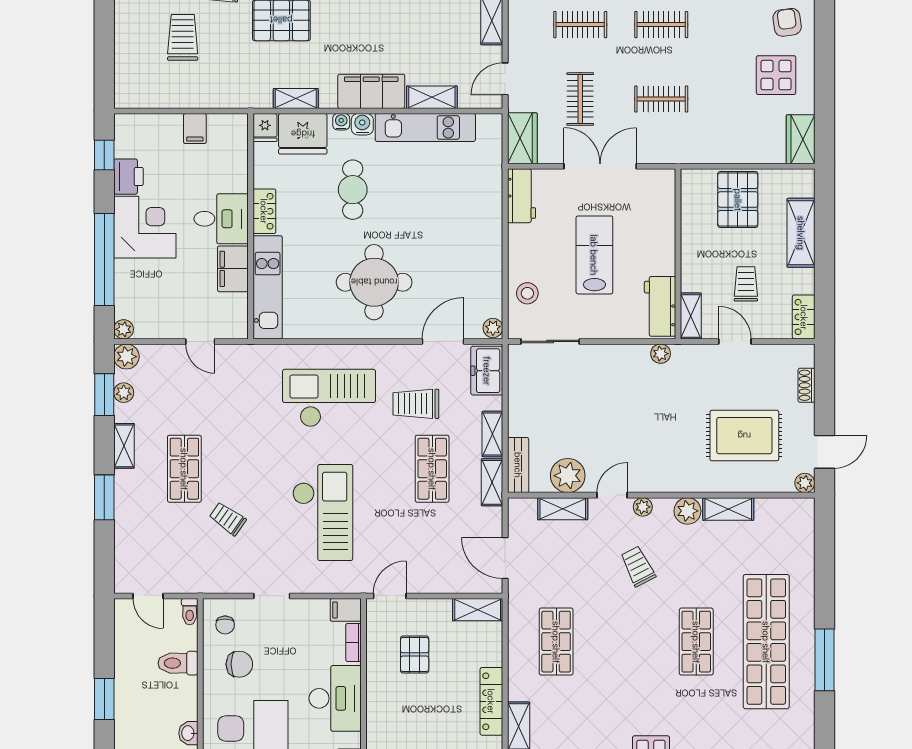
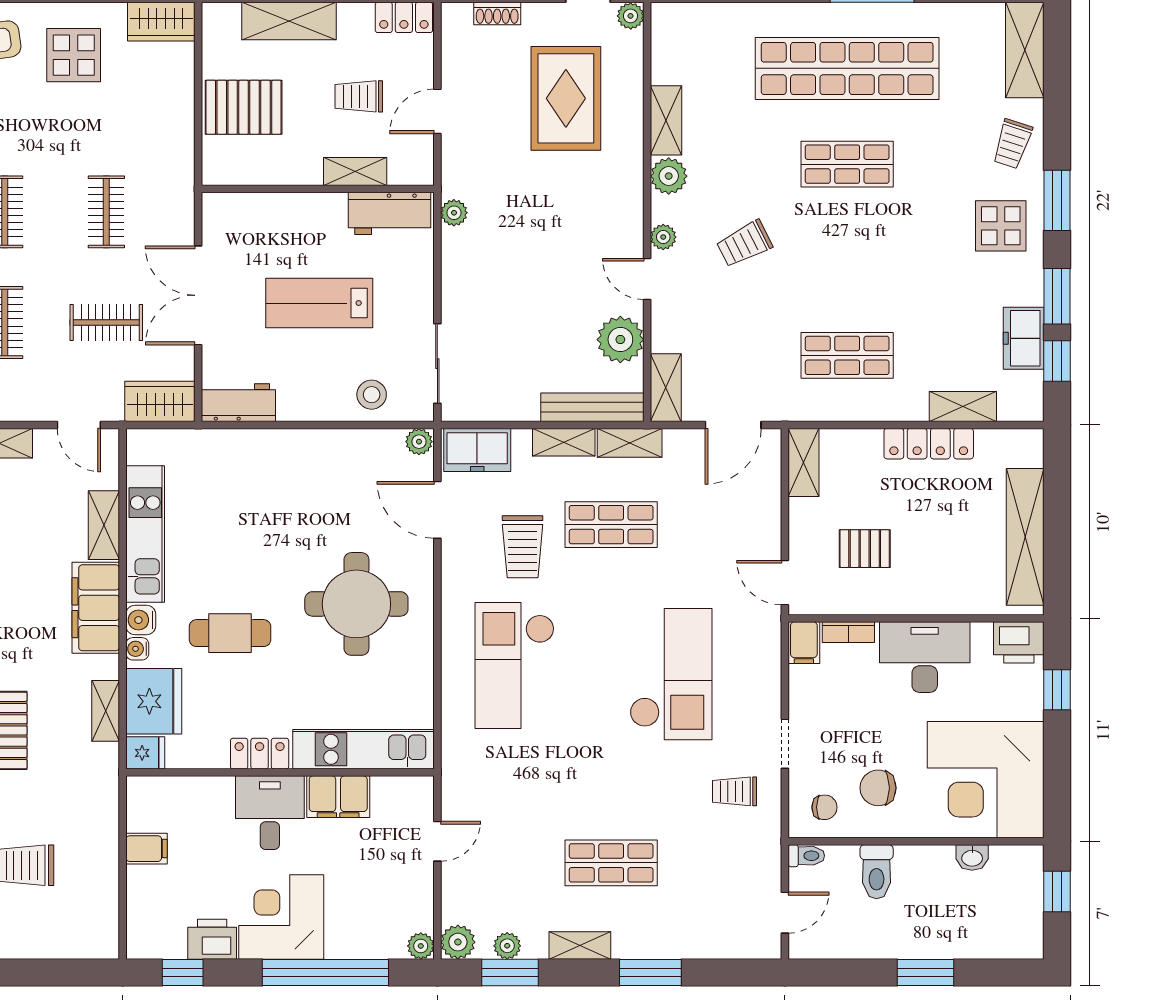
shelving: (691, 316) -> (355, 172), moved
bench: (518, 465) -> (592, 407), width x1.36
shelving: (563, 509) -> (666, 388), moved
checkout: (323, 513) -> (671, 674), turned 90
trolley: (228, 519) -> (734, 791), moved, turned 55
chair: (239, 664) -> (878, 788), turned -90

